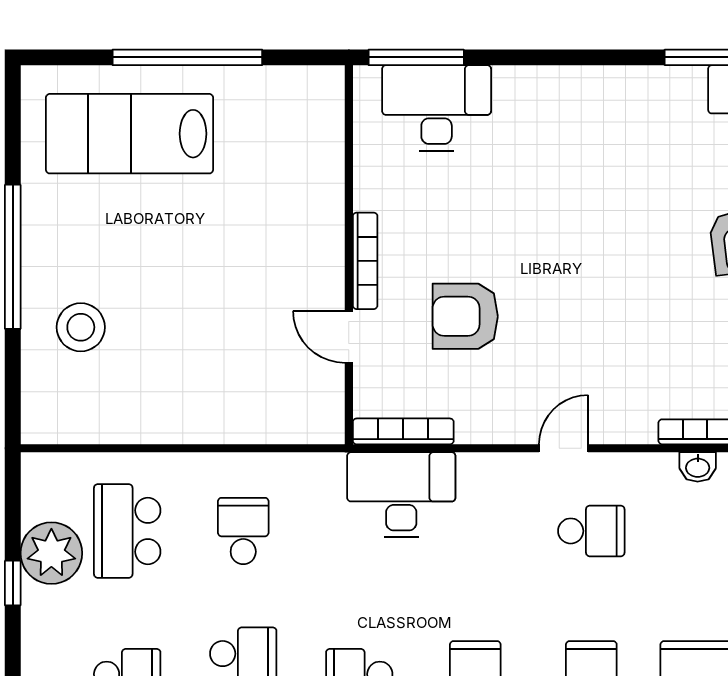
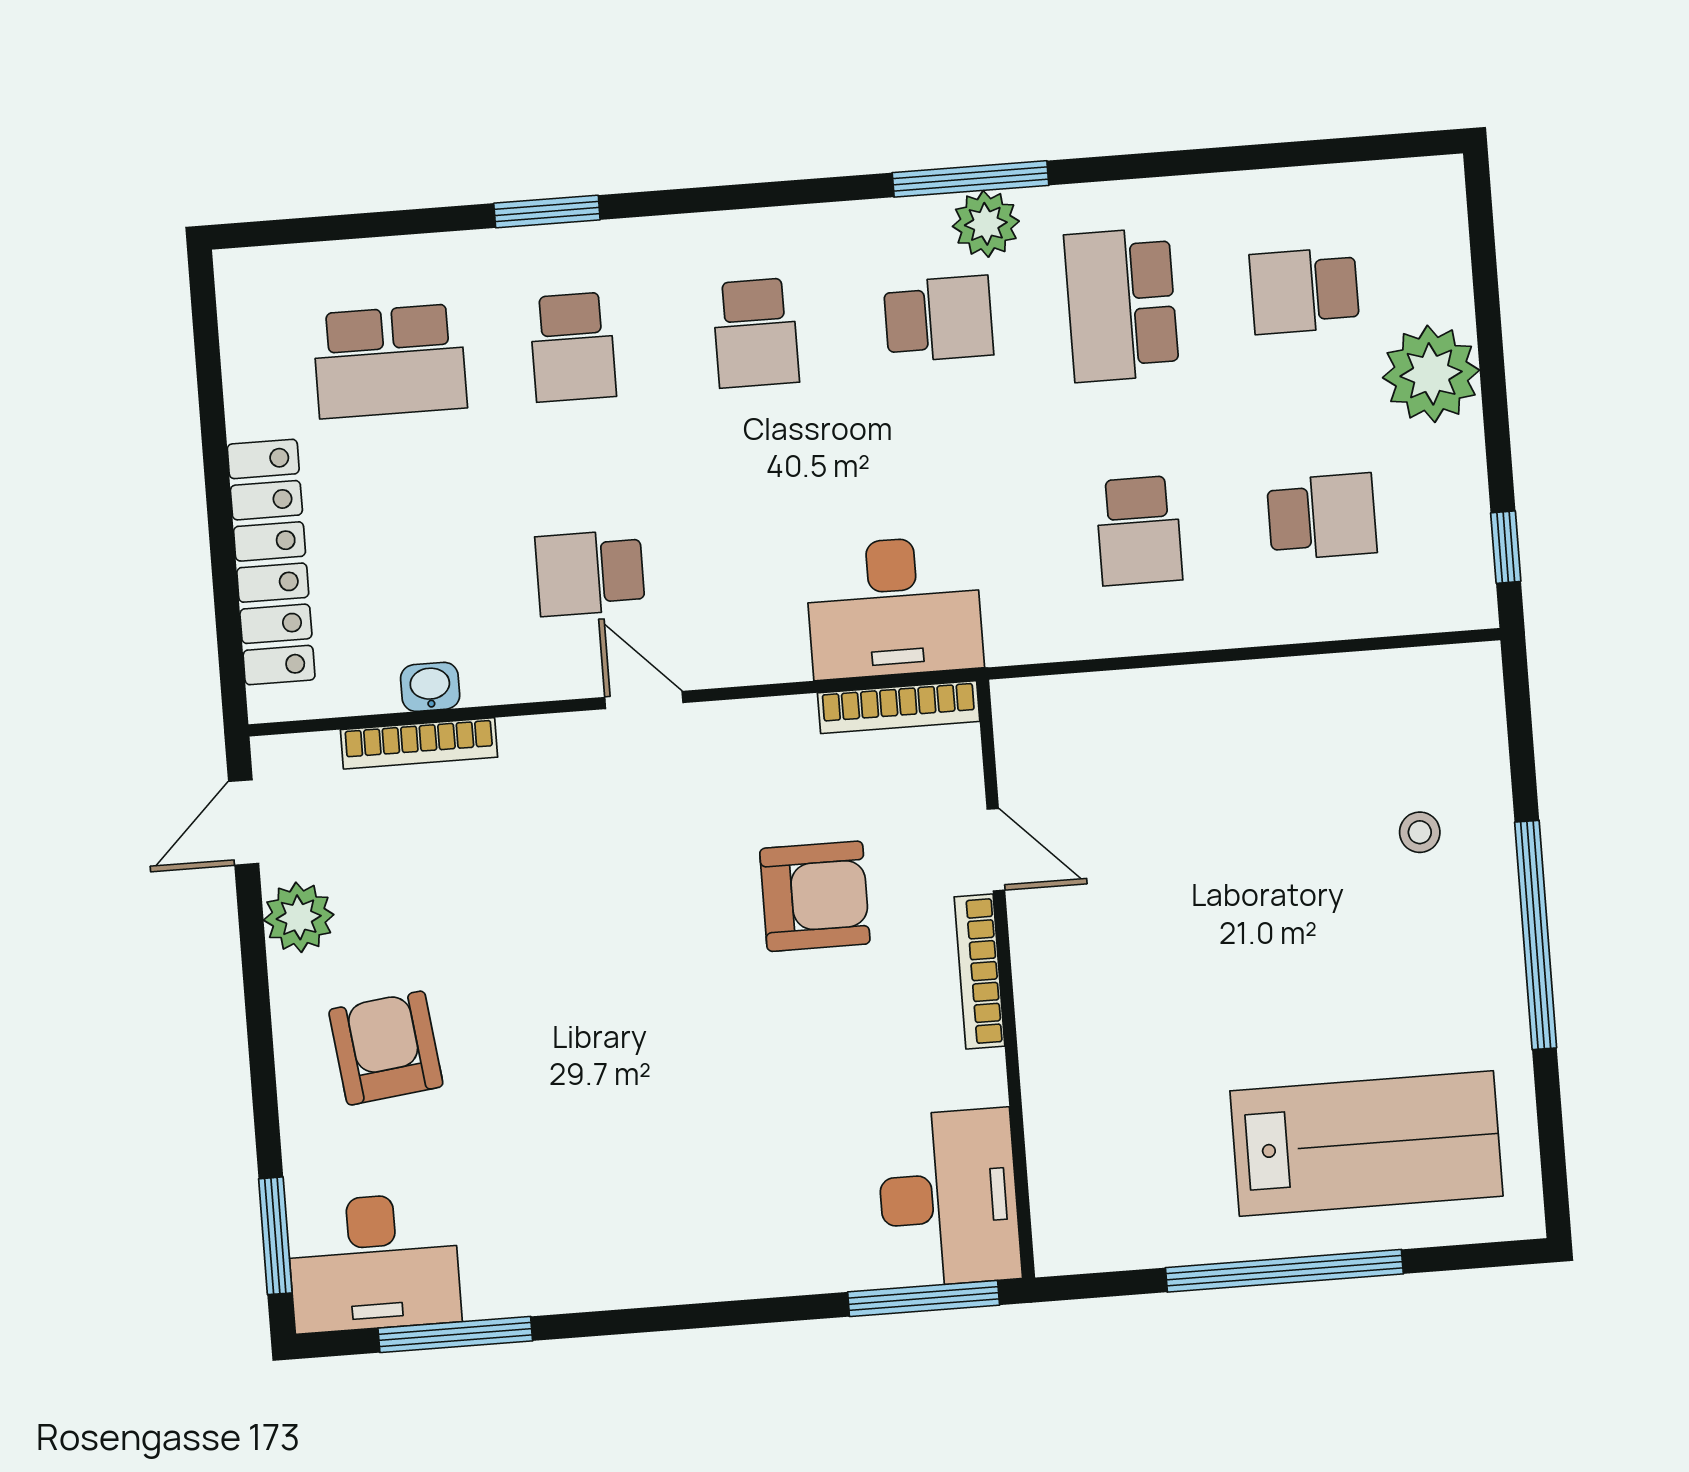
desk: (437, 108) -> (949, 1198), moved, turned -90
stool: (81, 327) -> (1420, 832), width x0.53, depth x0.53
door: (564, 448) -> (644, 700), swing flipped
school desk: (127, 531) -> (1322, 517), width x0.54
plant: (51, 553) -> (1431, 374), moved
window: (13, 583) -> (1506, 547), moved

